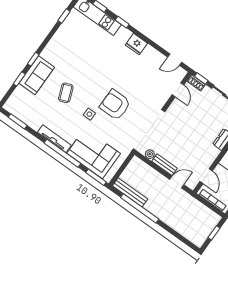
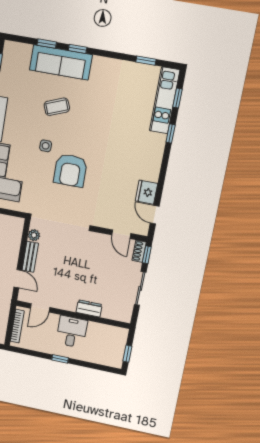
fridge: (136, 44) -> (146, 192), moved
sofa: (37, 75) -> (61, 62), width x1.36
door: (178, 90) -> (121, 234), hinge flipped
armchair: (115, 105) -> (70, 170), turned 180

